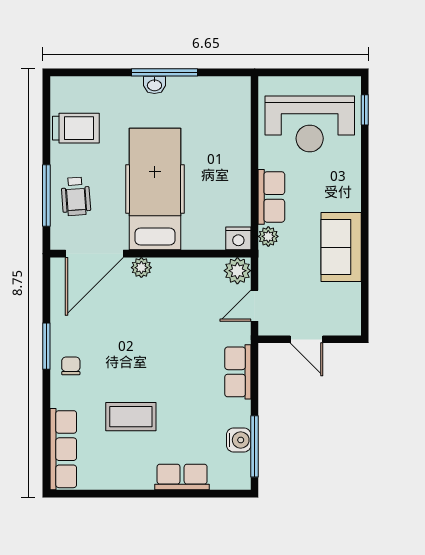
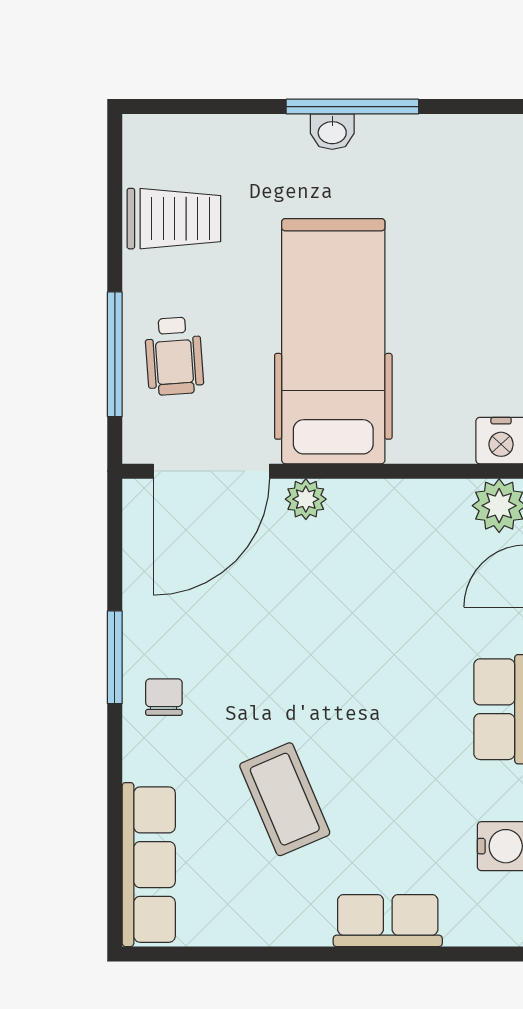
coffee table: (131, 417) -> (285, 799), turned 67

